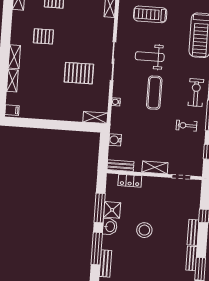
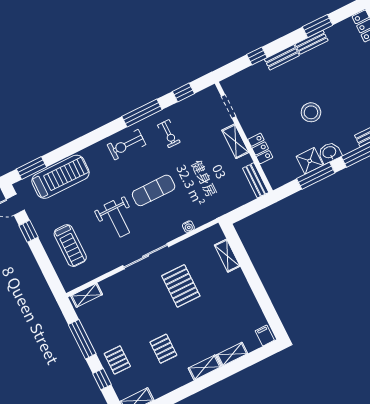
shelving: (95, 118) -> (227, 256), moved
water cooler: (115, 140) -> (231, 203), removed
locker: (130, 181) -> (260, 148), moved

